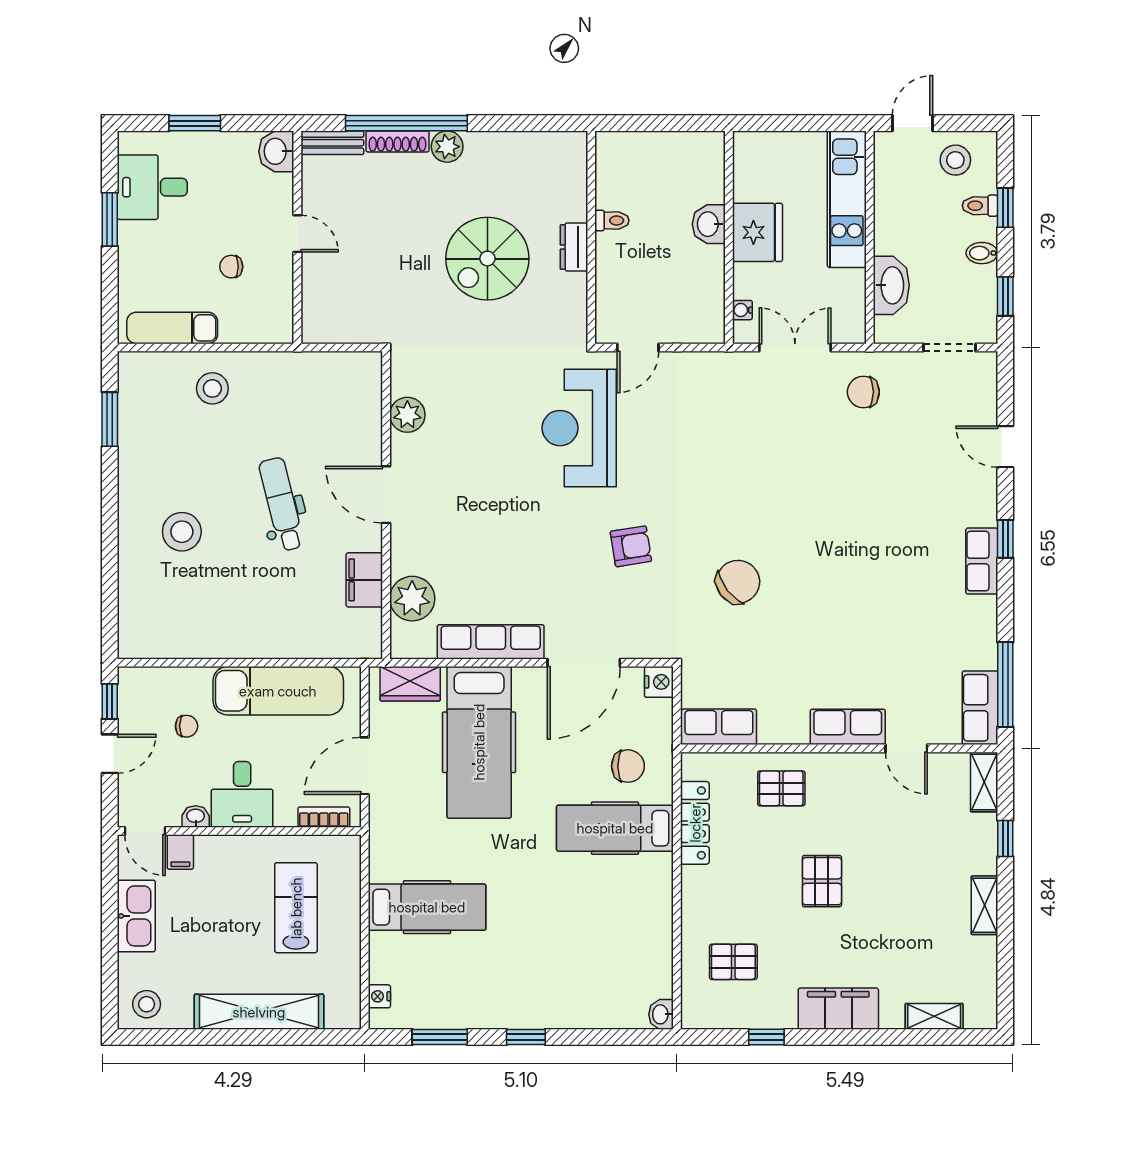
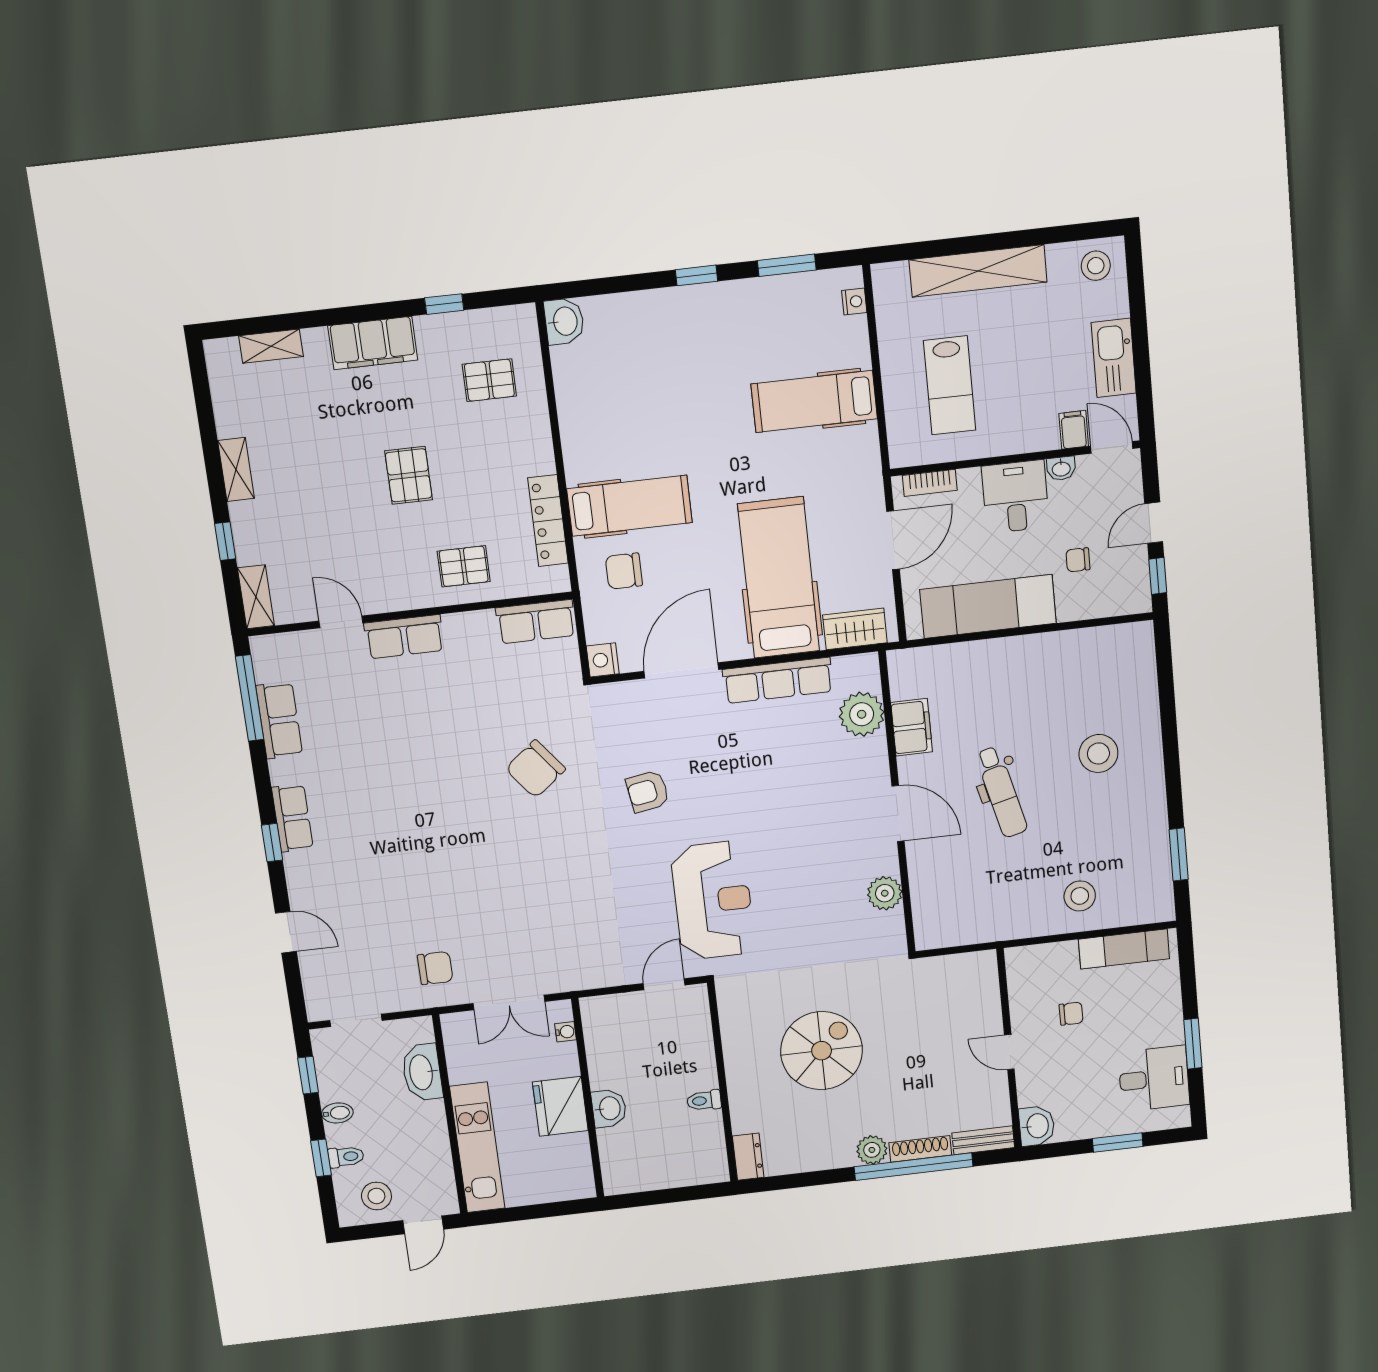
dresser: (574, 247) -> (748, 1157), moved
row of seats: (980, 708) -> (279, 720), moved
washbasin: (661, 1014) -> (564, 321), width x1.38, depth x1.45

